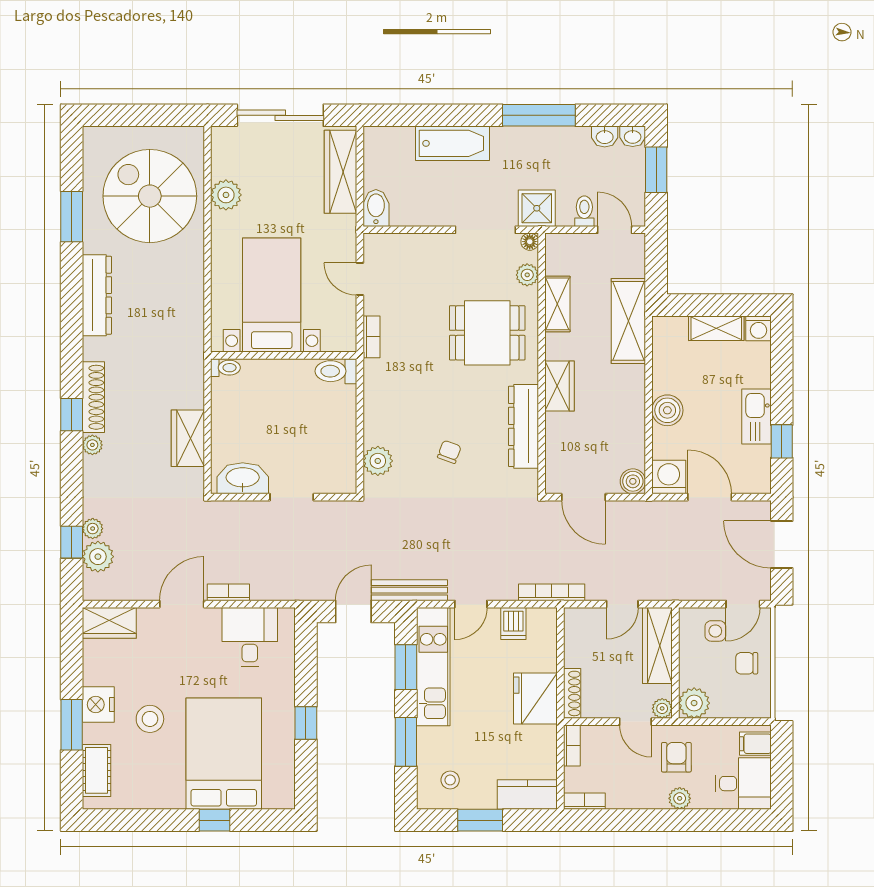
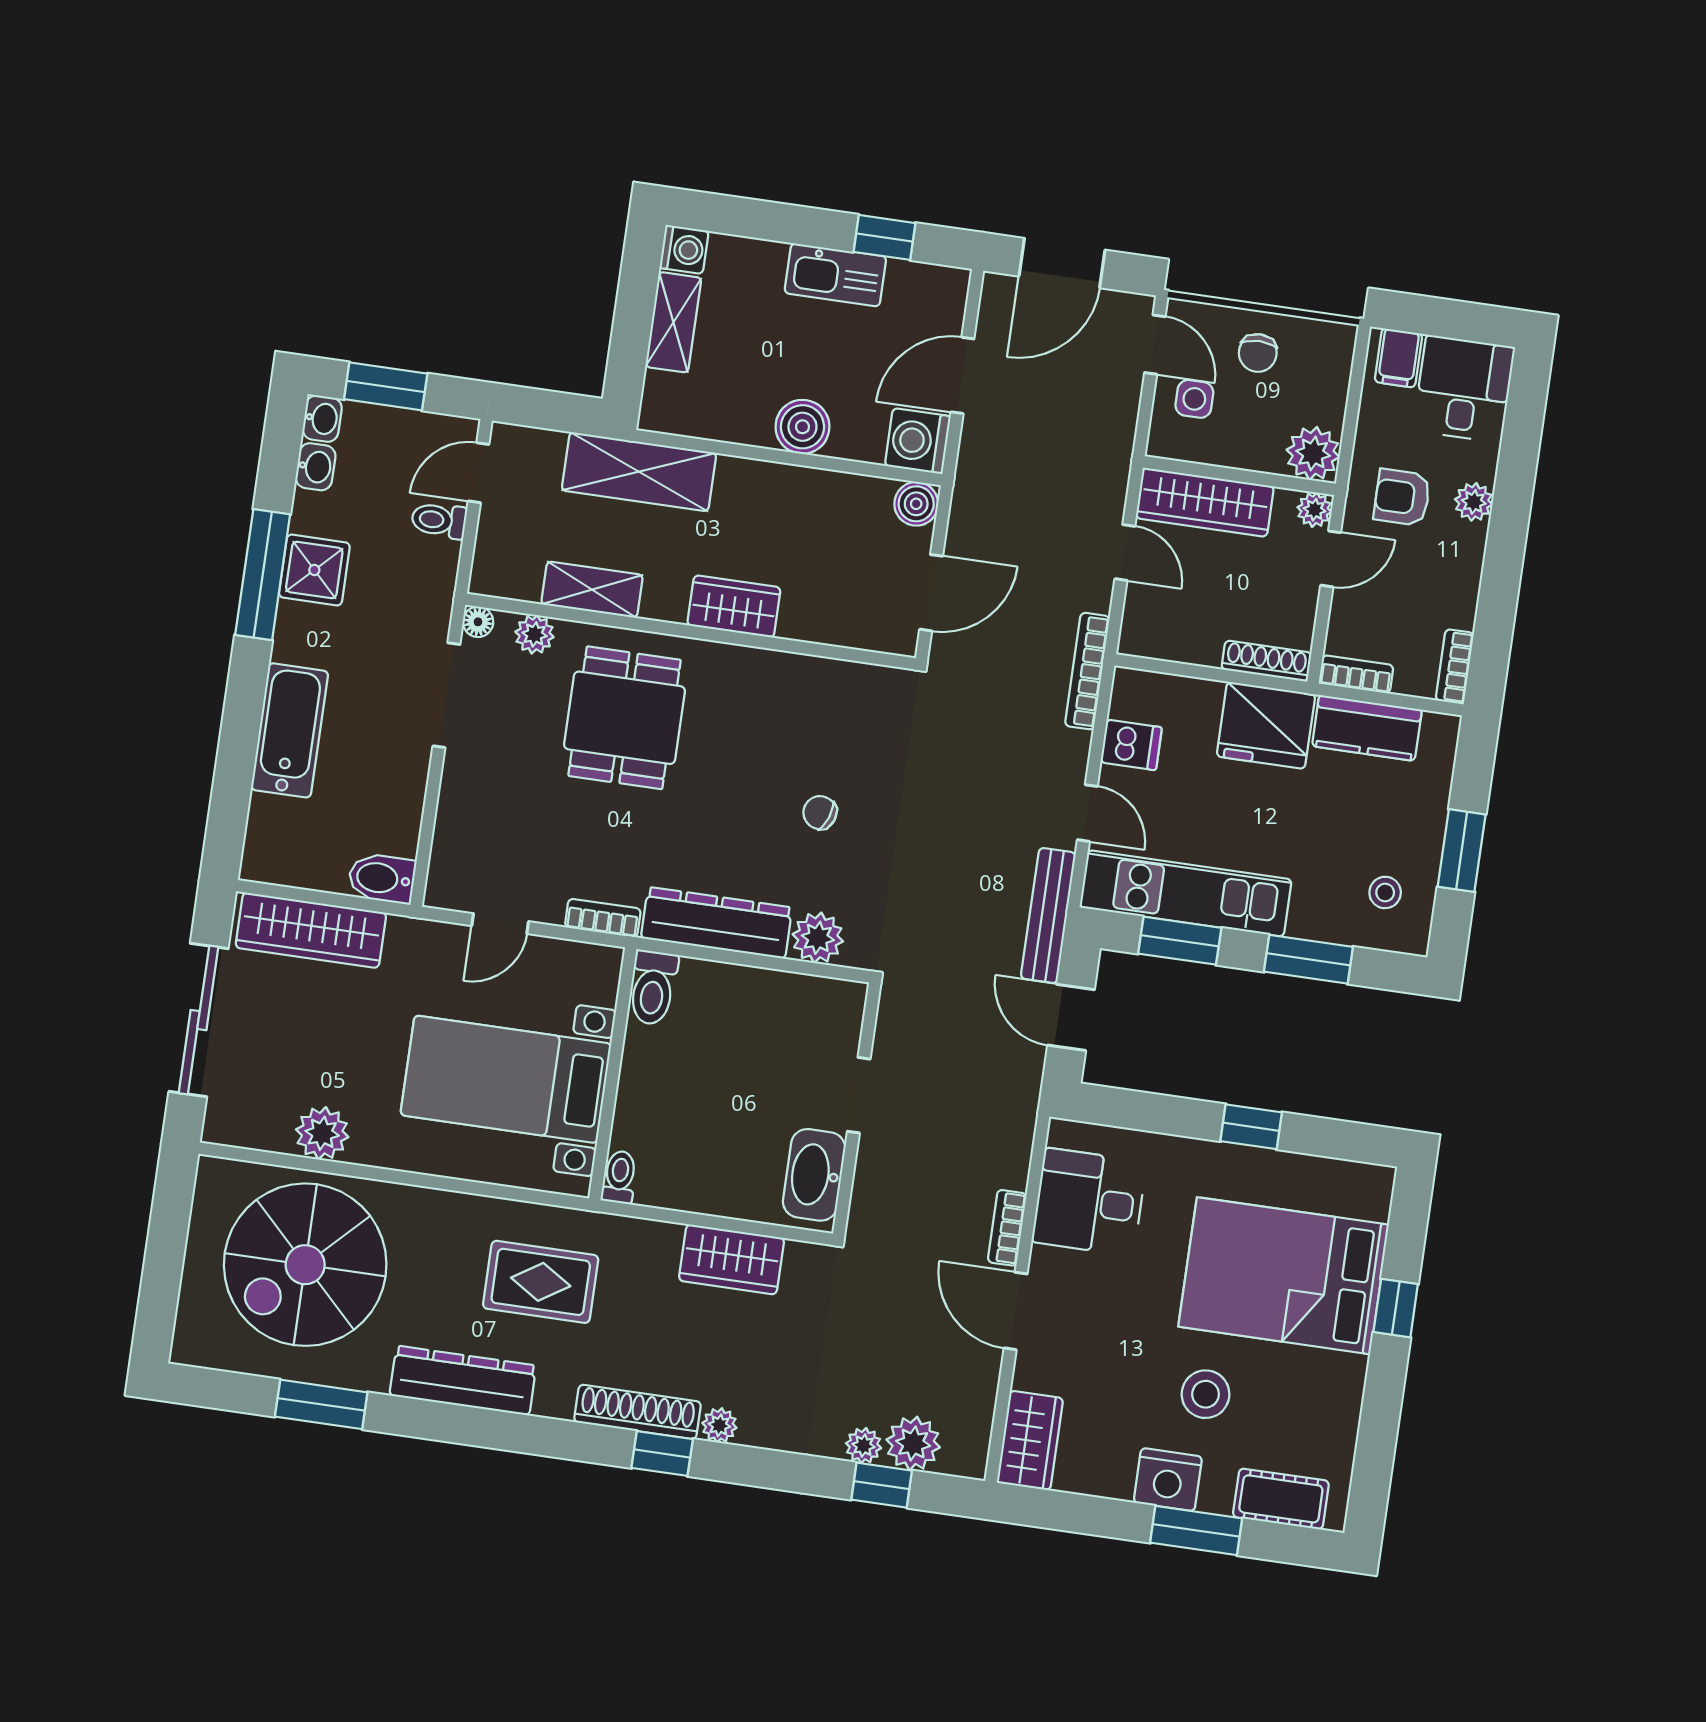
shower: (537, 208) -> (314, 570), moved
rug: (159, 331) -> (541, 1282), added
dresser: (524, 426) -> (717, 923), moved, turned 180
kitchen counter: (527, 794) -> (1367, 728), moved, turned -90

